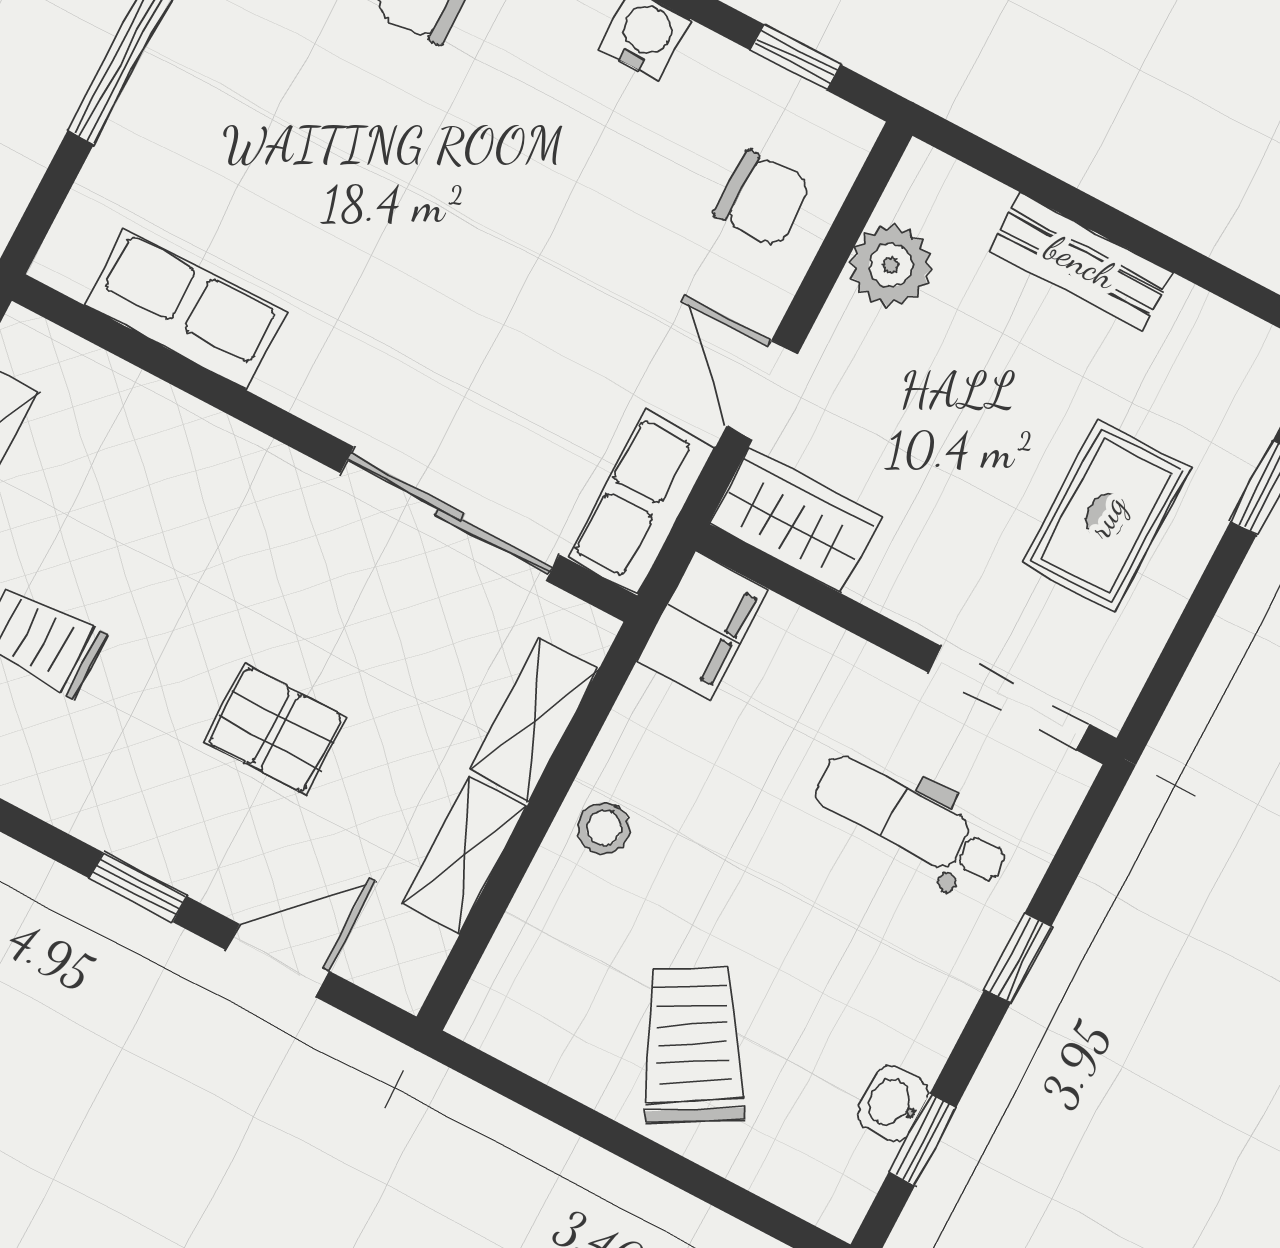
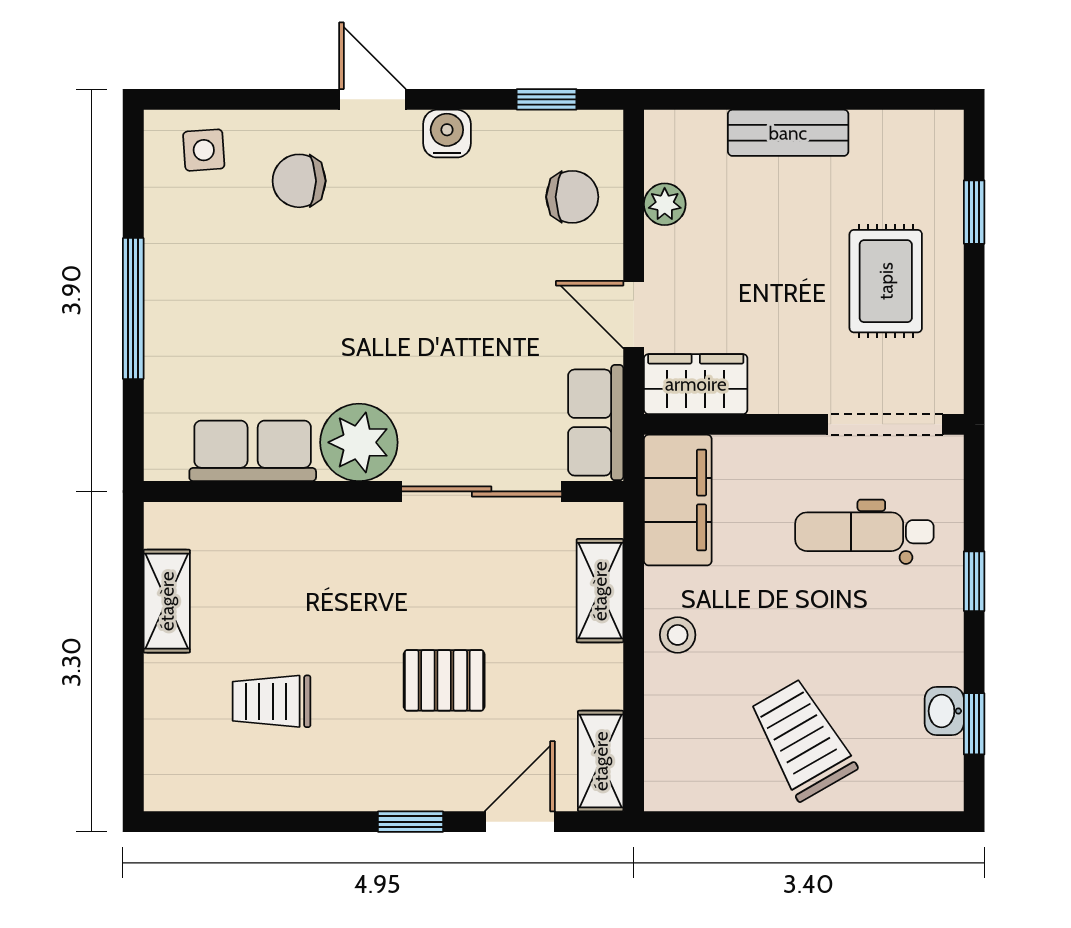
plant: (891, 265) -> (665, 204), width x0.73, depth x0.73
plant: (326, 369) -> (359, 442), added
filing cabinet: (703, 625) -> (678, 500), width x1.50, depth x1.17
shelving: (464, 856) -> (601, 761), moved

